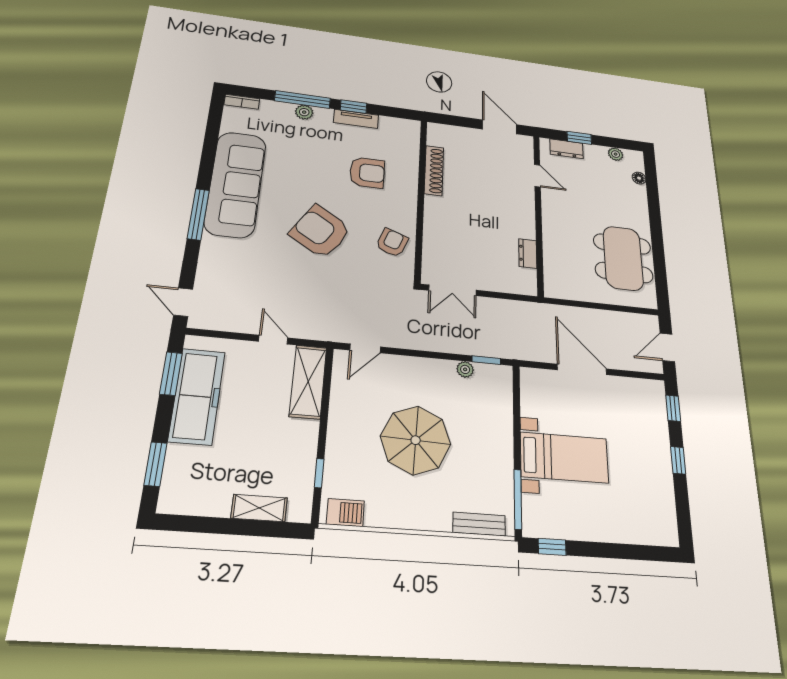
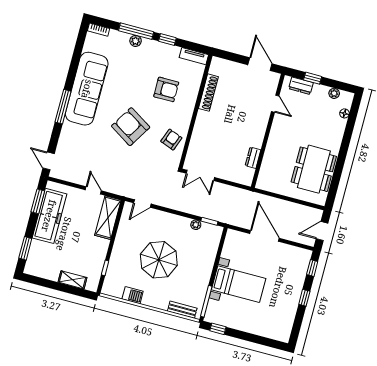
tv unit: (356, 119) -> (194, 56), moved
barbecue: (345, 513) -> (133, 295), moved

